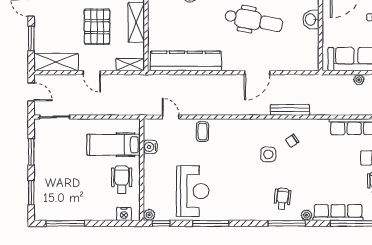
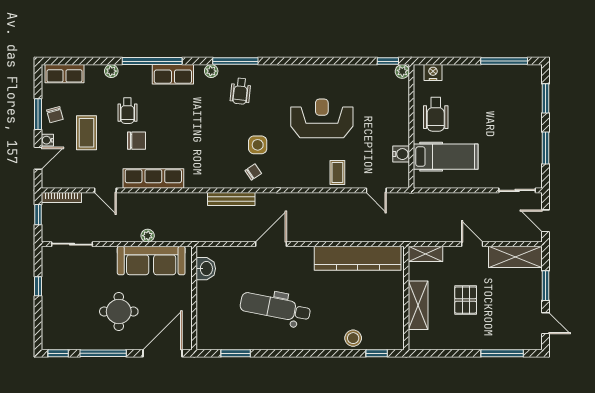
washbasin: (311, 20) -> (206, 269), moved
pallet: (97, 27) -> (466, 300), width x0.67, depth x0.71
chair: (292, 141) -> (253, 172), moved
reception desk: (193, 191) -> (322, 118), moved, turned 90
row of seats: (338, 213) -> (173, 74), width x0.68
window: (211, 223) -> (327, 61), removed

